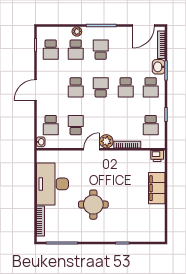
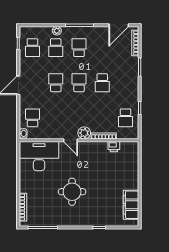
washbasin: (159, 67) -> (133, 64), removed
school desk: (76, 87) -> (56, 83), turned 180
school desk: (151, 87) -> (125, 83), removed
school desk: (51, 125) -> (32, 118), turned 180
school desk: (76, 125) -> (56, 118), removed
door: (92, 149) -> (70, 140), swing flipped
printer: (157, 156) -> (114, 147), moved
desk: (52, 184) -> (39, 156), moved, turned 90
filing cabinet: (157, 188) -> (131, 205), moved

